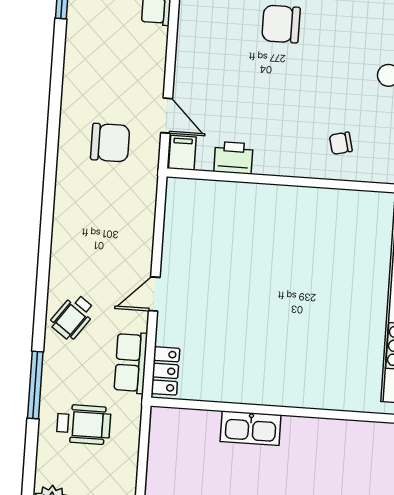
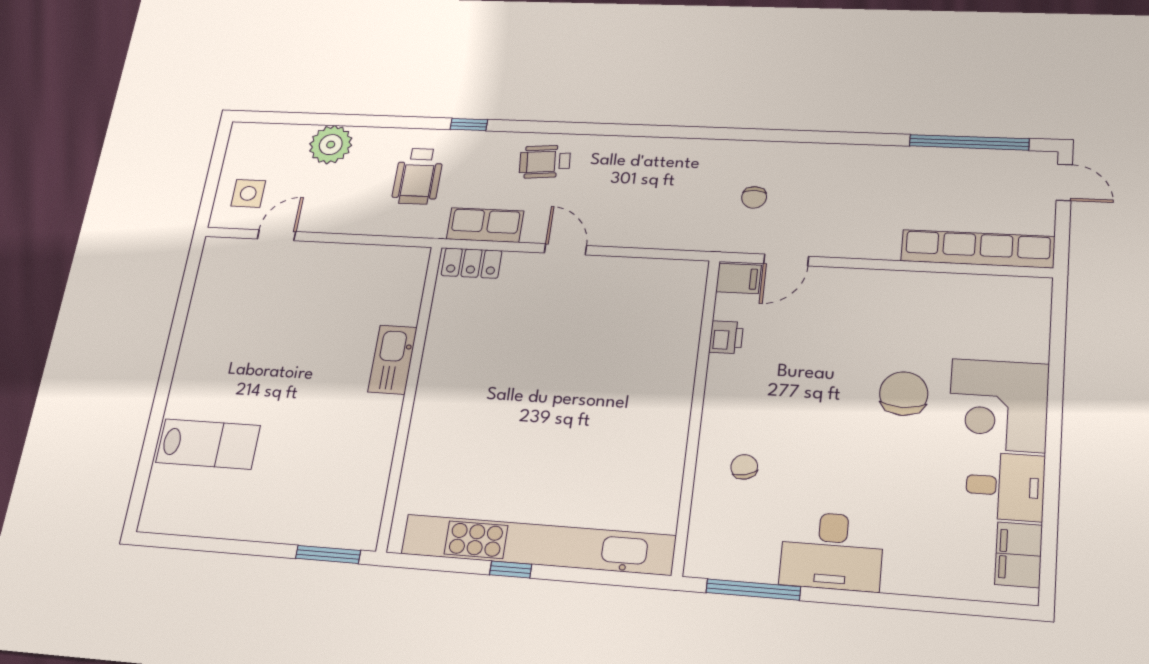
chair: (110, 143) -> (754, 197), width x0.54, depth x0.54
printer: (233, 158) -> (726, 337), width x0.73, depth x0.81
wheelchair: (73, 317) -> (545, 162), turned -41
window: (35, 385) -> (469, 125), width x0.46

